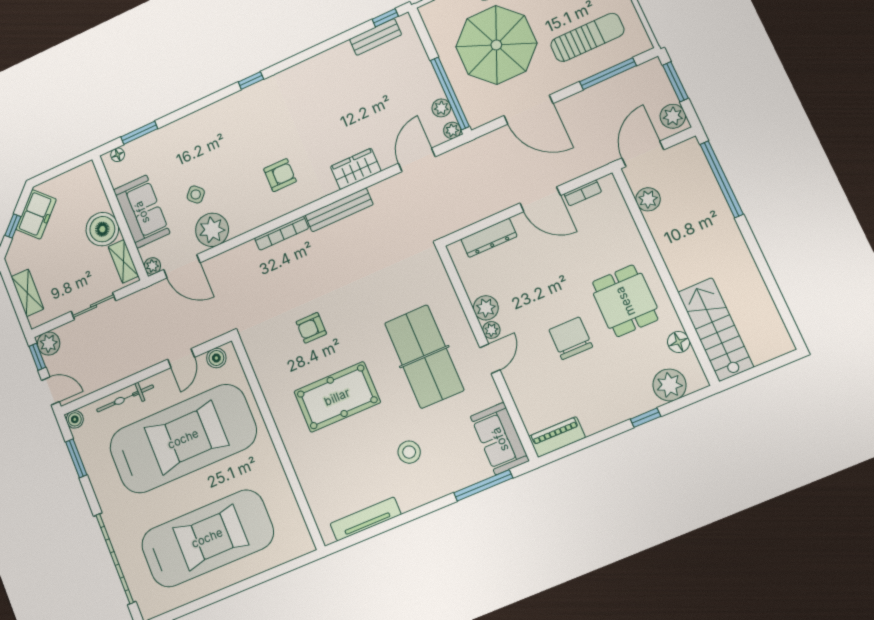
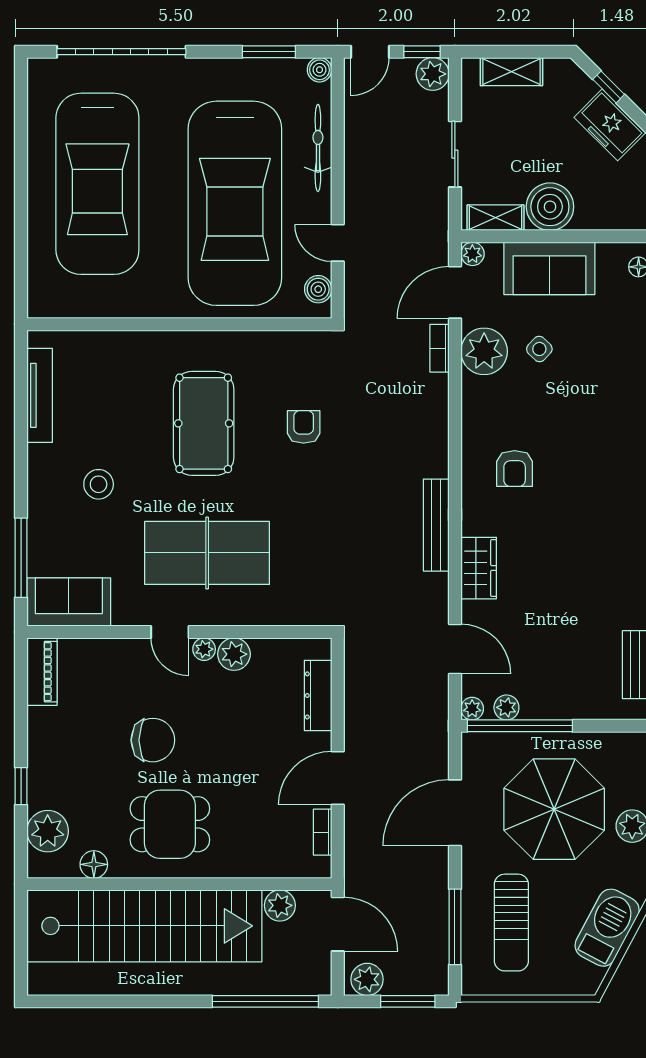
bookcase: (282, 233) -> (440, 348), moved, width x0.64
stairs: (716, 329) -> (144, 926), width x1.86, depth x1.51

